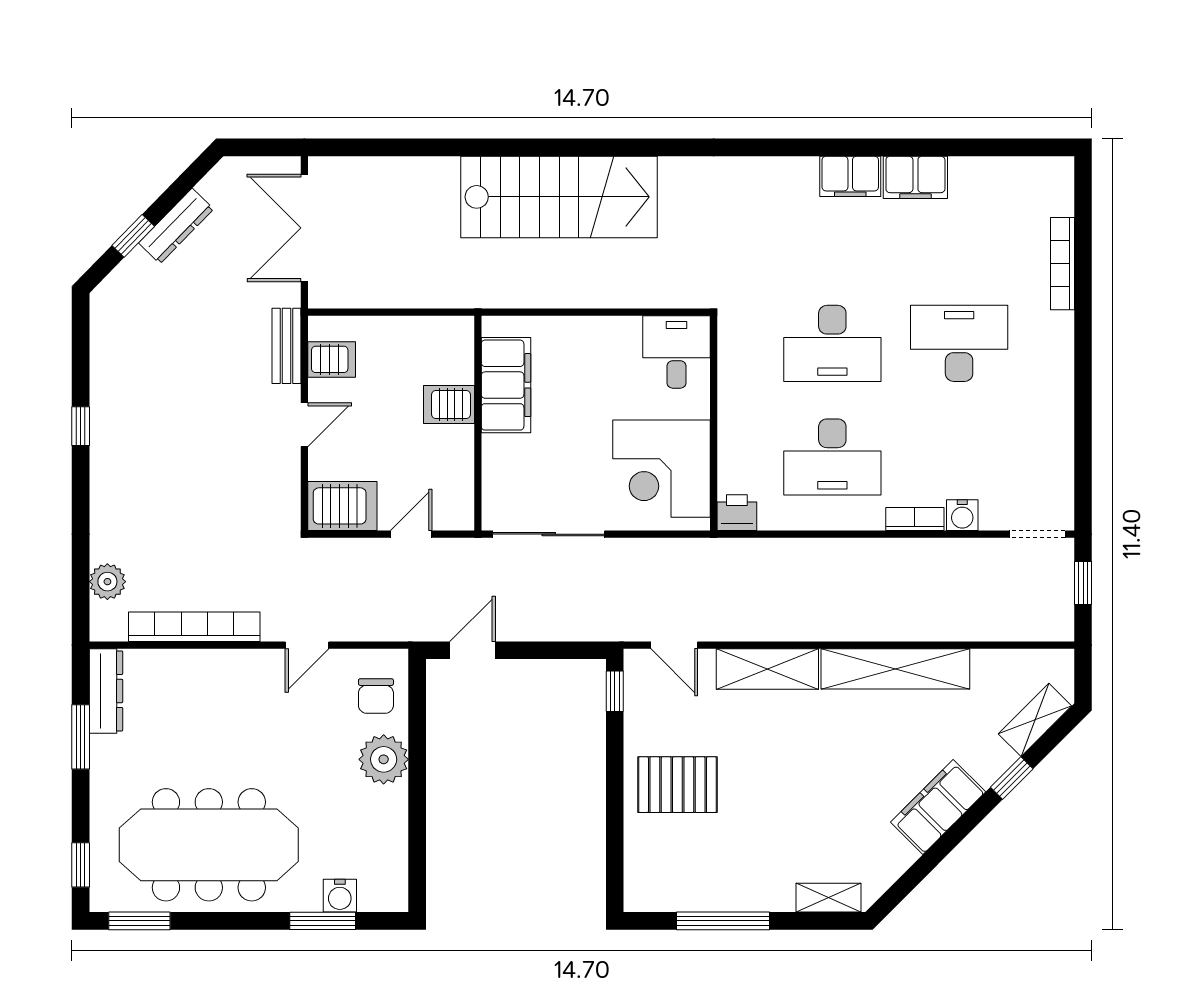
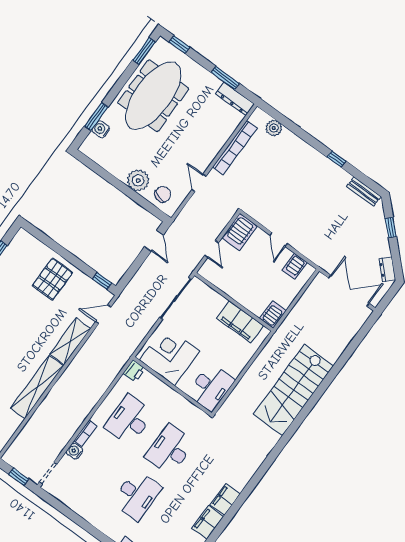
dresser: (176, 226) -> (387, 269), moved, width x0.70
bench: (287, 346) -> (364, 192), moved
desk: (676, 352) -> (211, 387), width x1.37
server rack: (449, 405) -> (273, 315), moved
chair: (376, 696) -> (163, 194), turned 103

